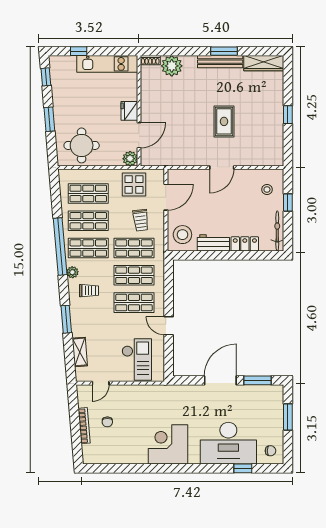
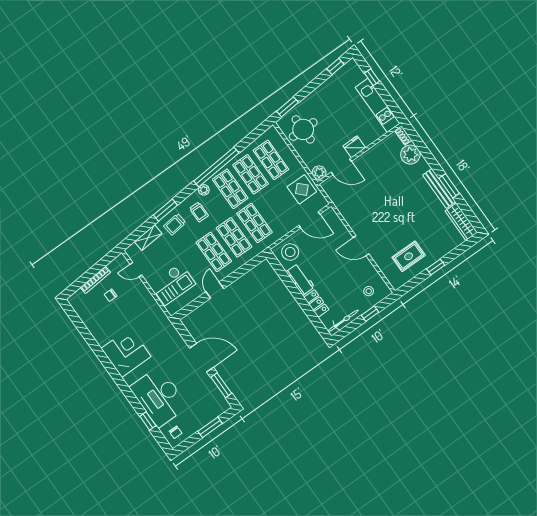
window: (49, 119) -> (288, 107), moved
rug: (224, 121) -> (409, 256), moved
trolley: (141, 220) -> (175, 224), moved

